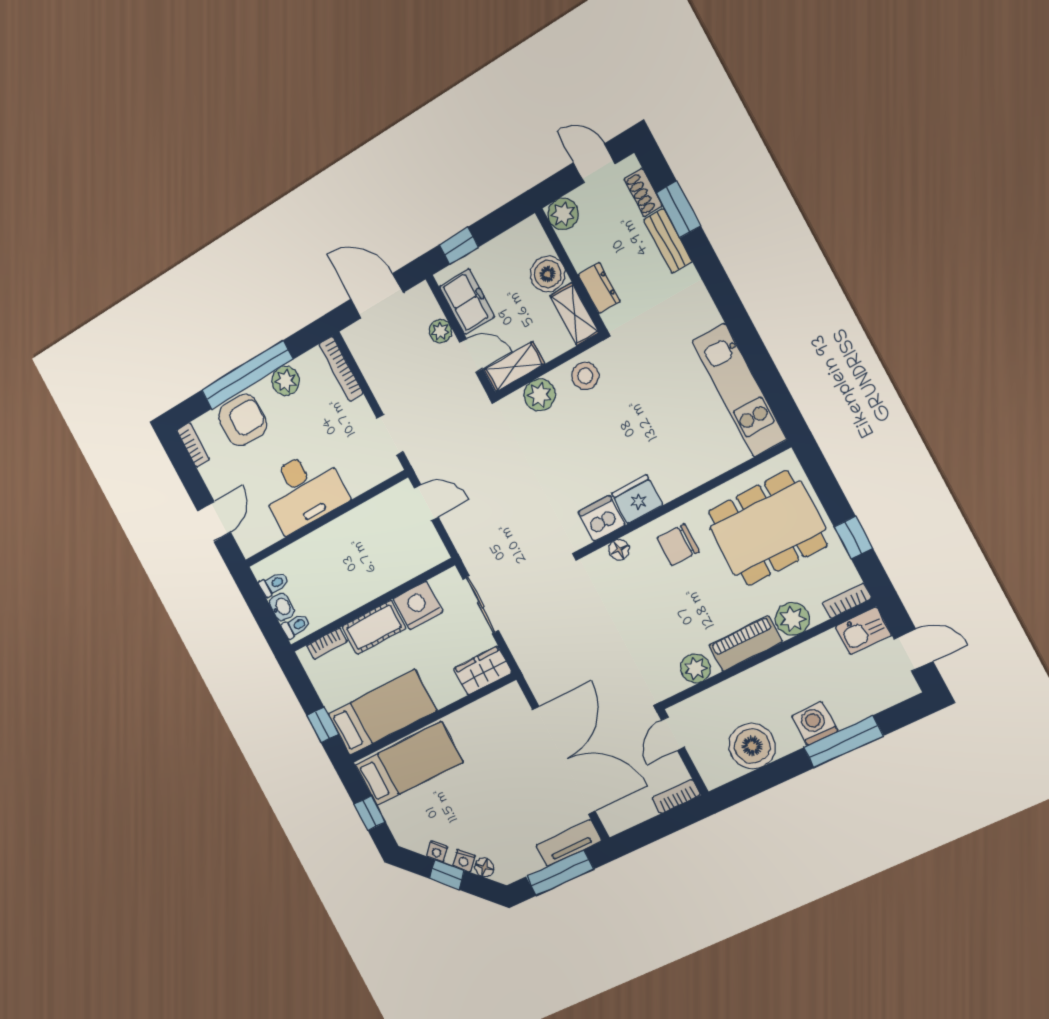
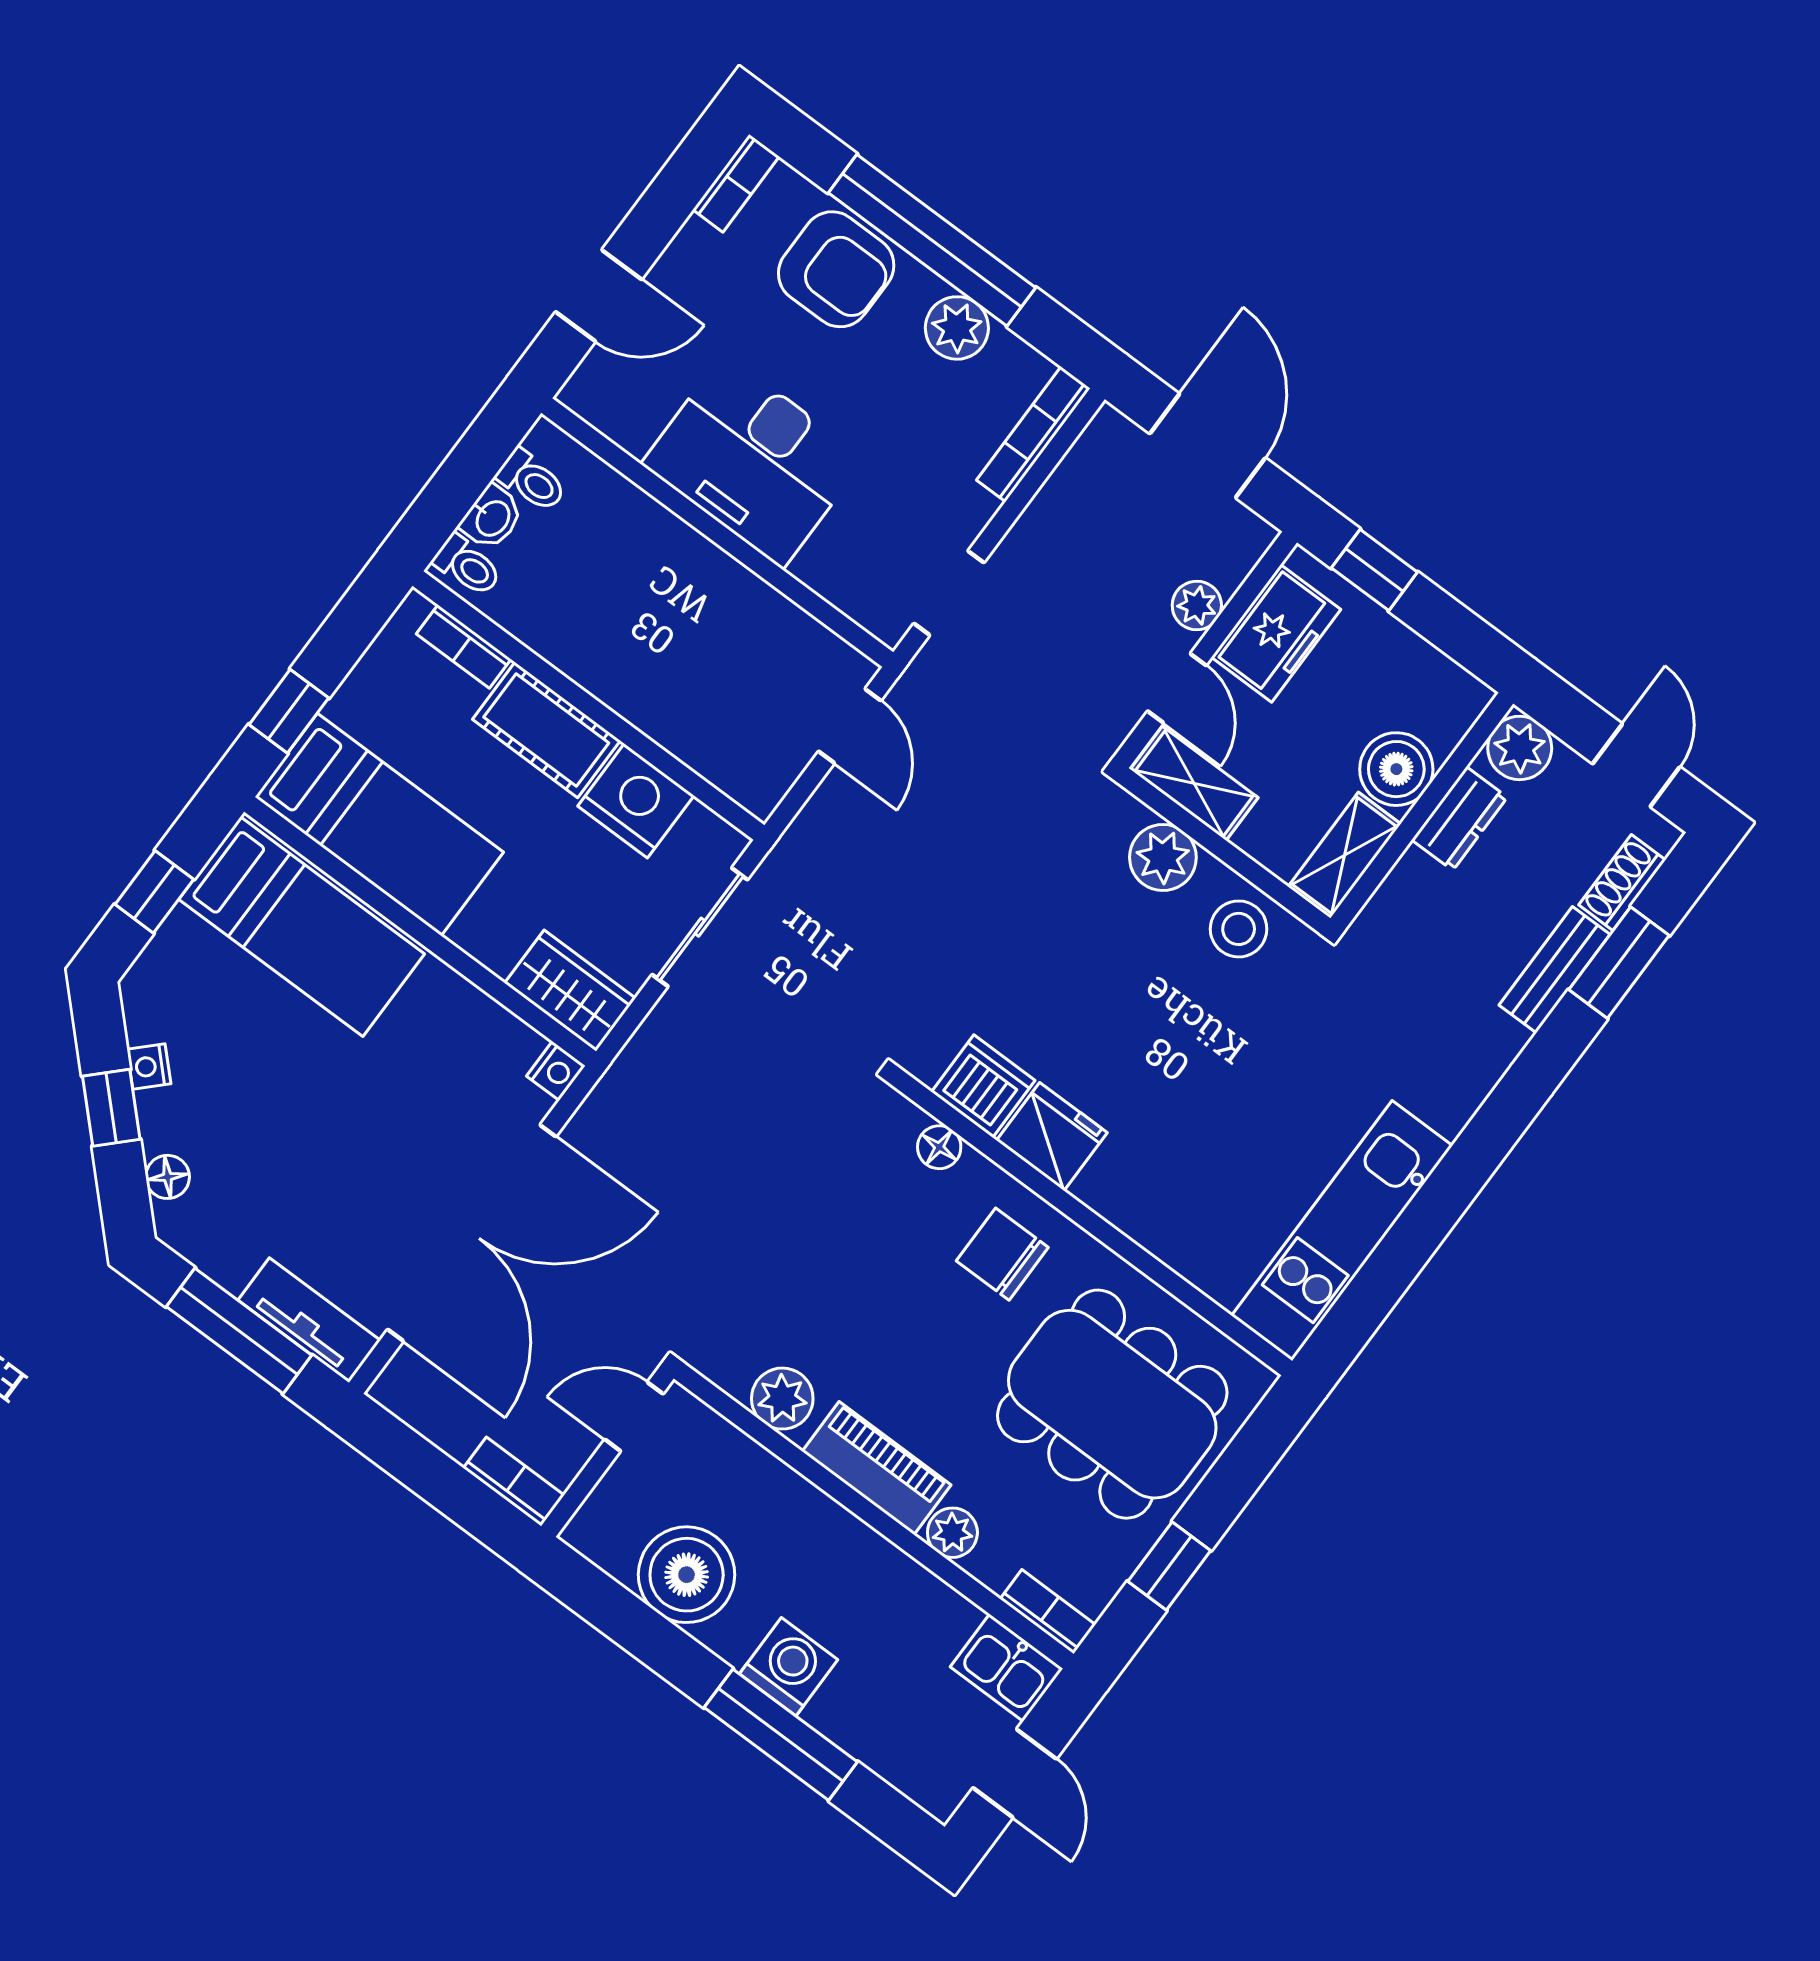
dresser: (599, 288) -> (1459, 819), moved
plant: (792, 619) -> (952, 1533), width x0.73, depth x0.73
nightstand: (464, 861) -> (556, 1071), moved, turned -135

